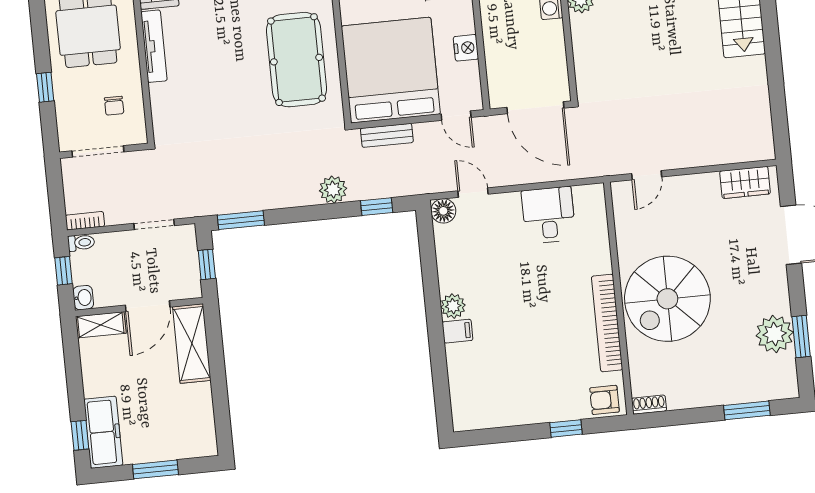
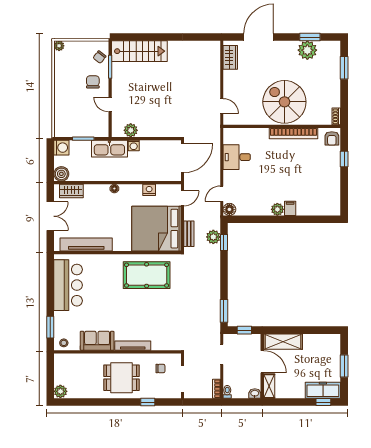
plant: (333, 190) -> (213, 237), moved
window: (63, 271) -> (240, 402), removed
spiral stairs: (667, 299) -> (284, 102), turned 180

